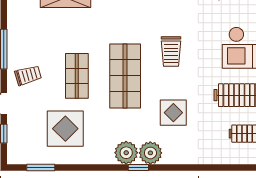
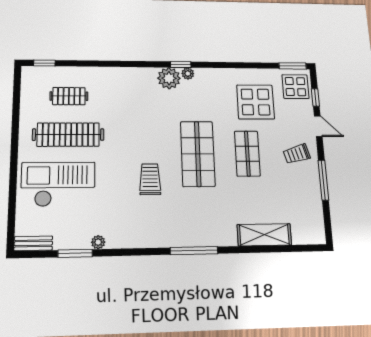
display table: (173, 113) -> (295, 87), moved
plant: (126, 153) -> (188, 73), width x0.53, depth x0.53
window: (41, 167) -> (293, 66), moved

